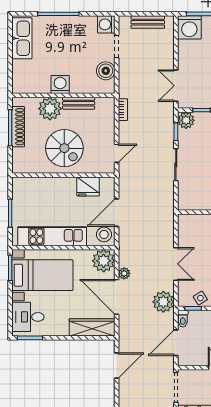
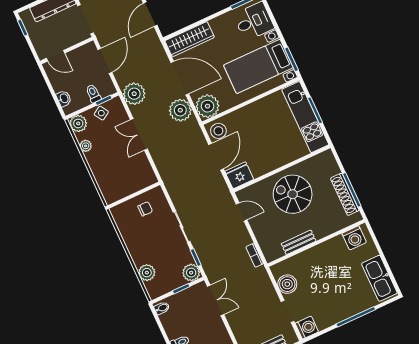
washing machine: (60, 84) -> (354, 238), moved
plant: (50, 109) -> (323, 225), removed
door: (117, 153) -> (242, 212), swing flipped
fridge: (88, 187) -> (239, 175), moved
chair: (201, 195) -> (145, 209), added
kitchen unit: (52, 236) -> (305, 117), moved, turned 90
plant: (124, 273) -> (180, 110), width x1.88, depth x1.88
toilet: (183, 319) -> (93, 94), moved

